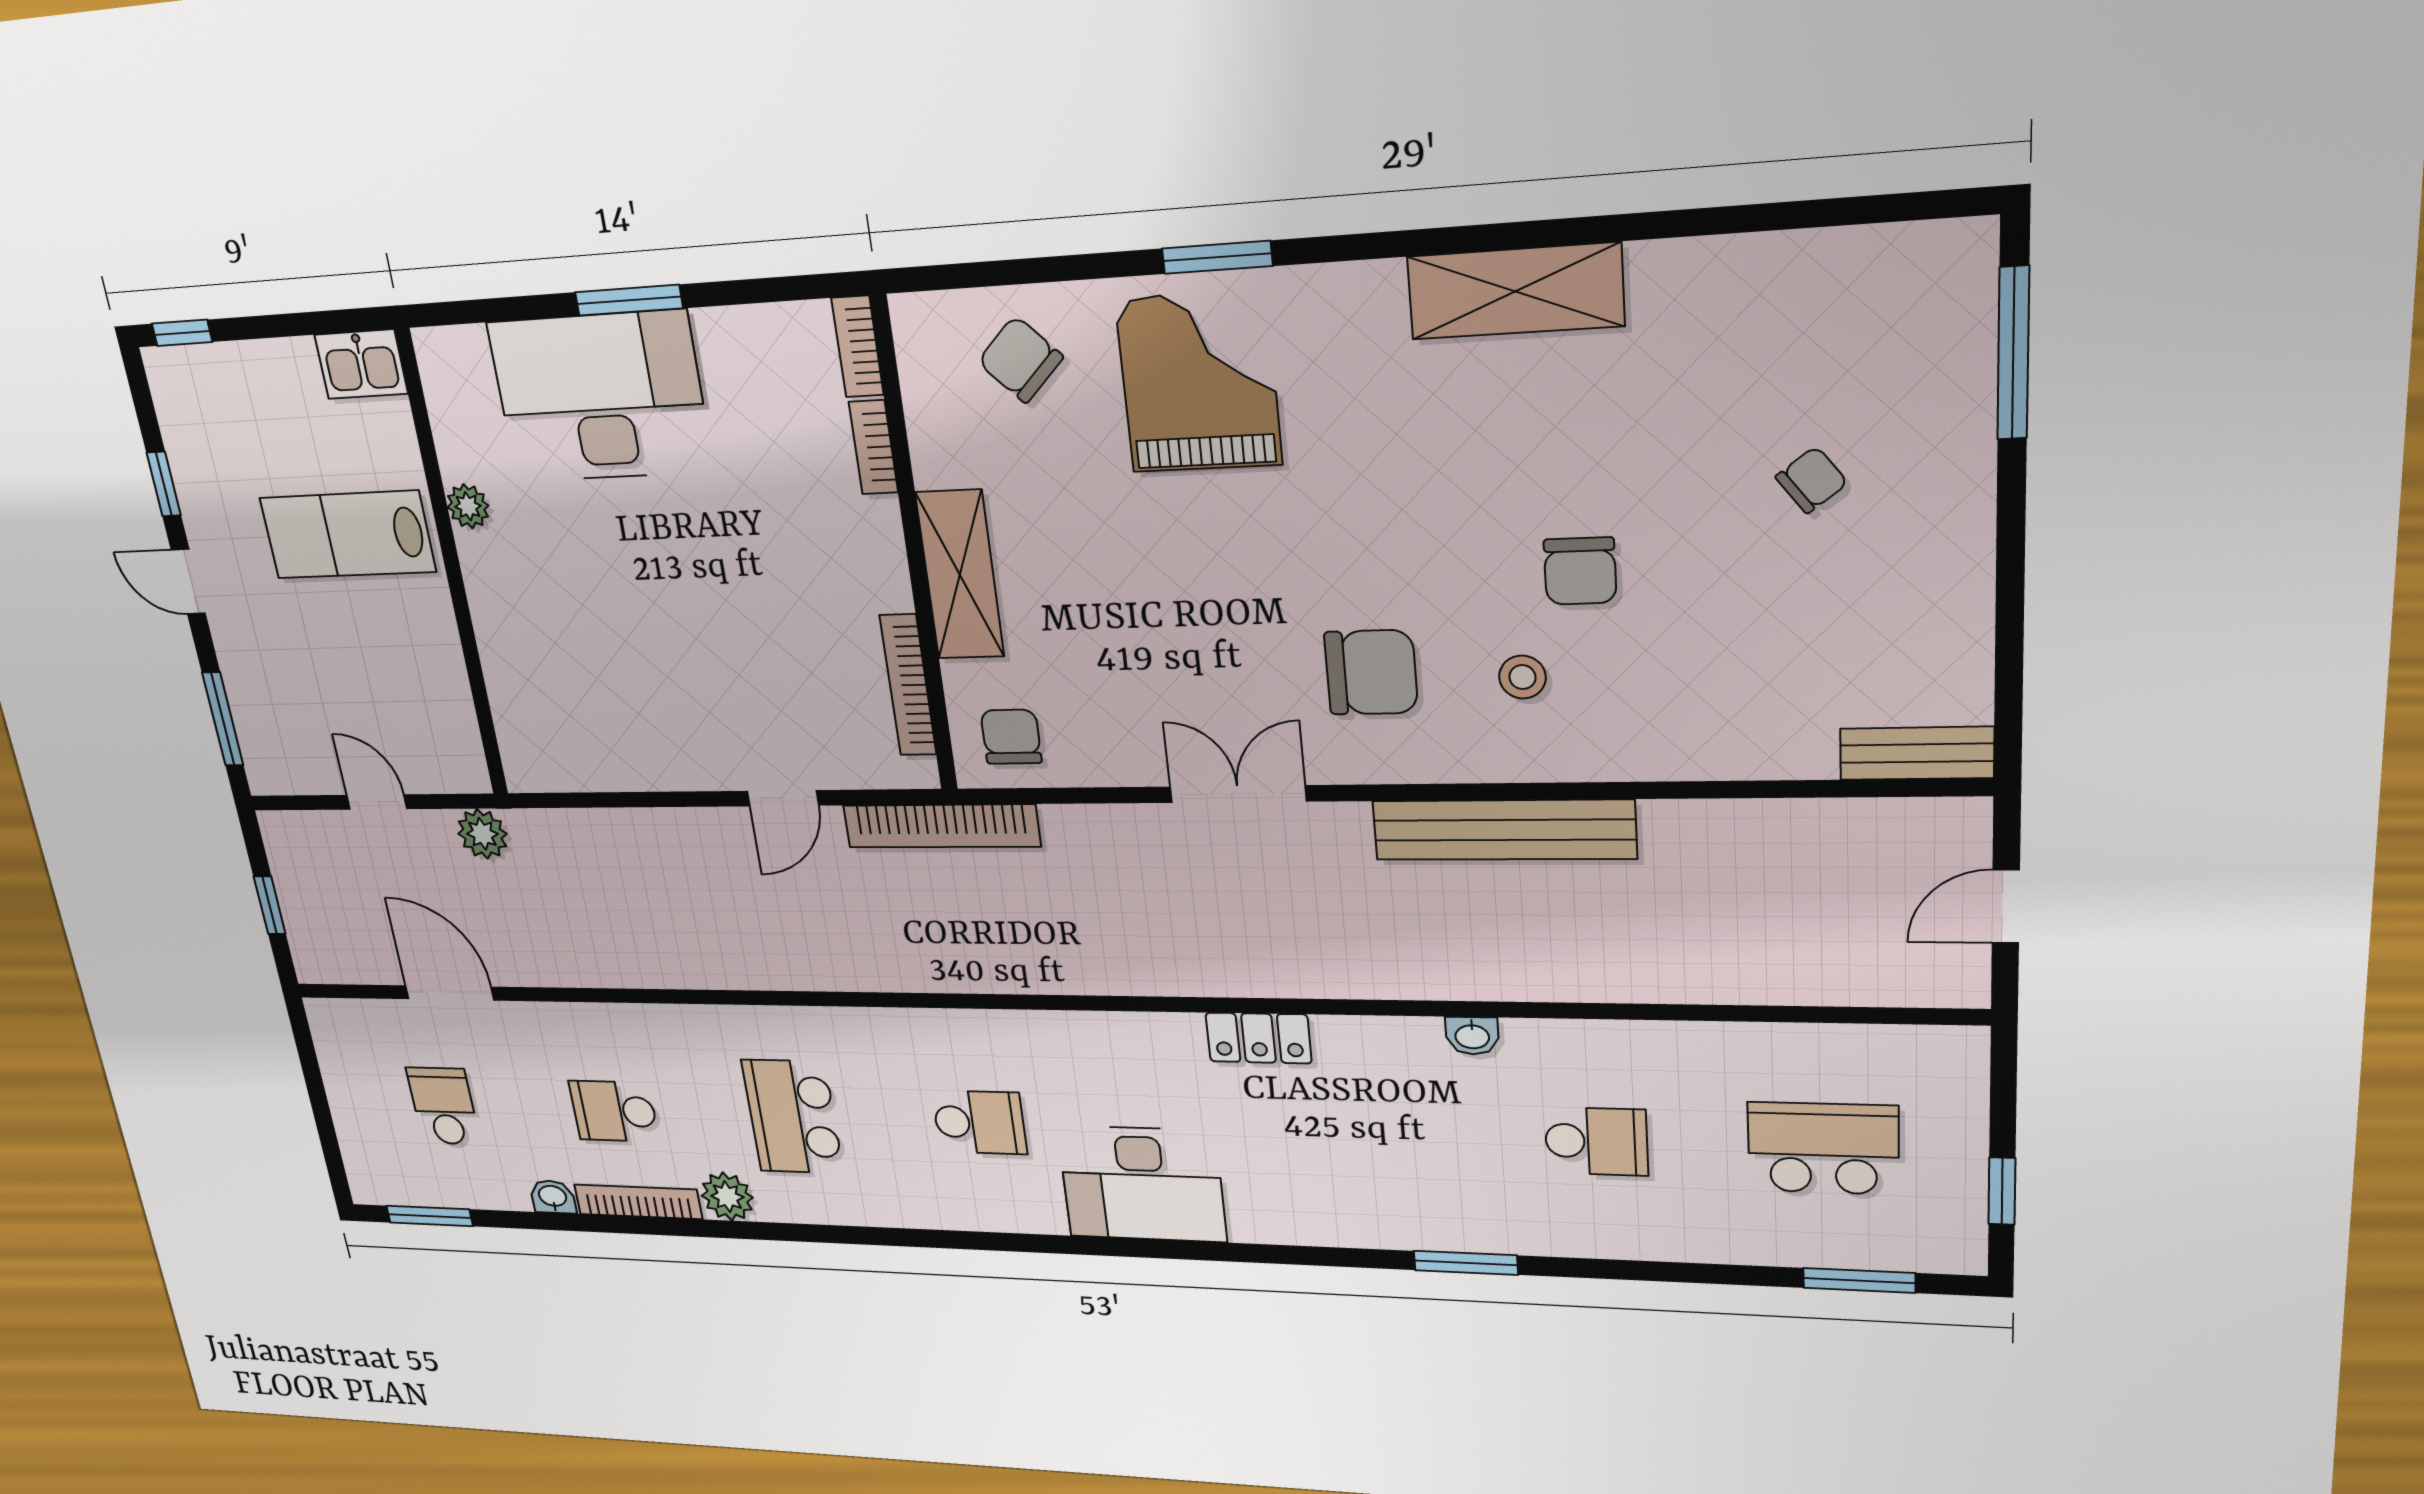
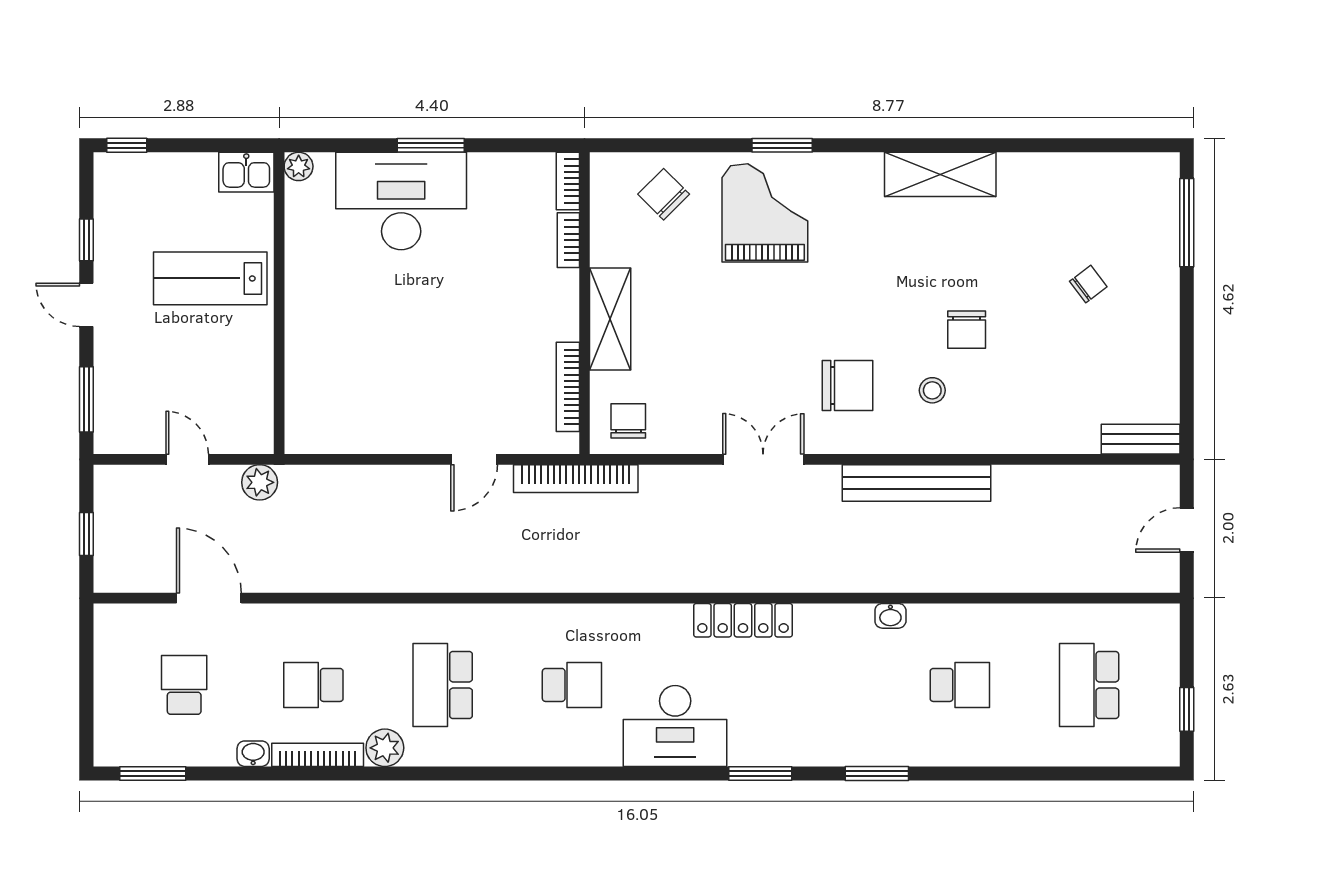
plant: (468, 506) -> (299, 166), moved
locker: (1259, 1038) -> (743, 620), width x1.53
school desk: (1823, 1148) -> (1089, 685), turned -90
window: (1859, 1281) -> (760, 773), moved

